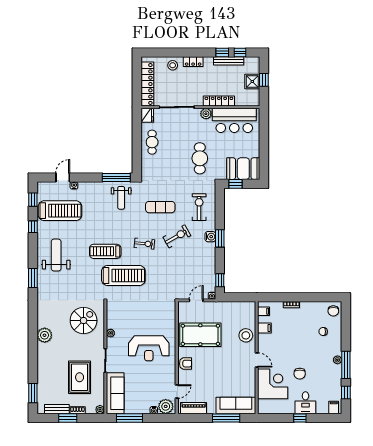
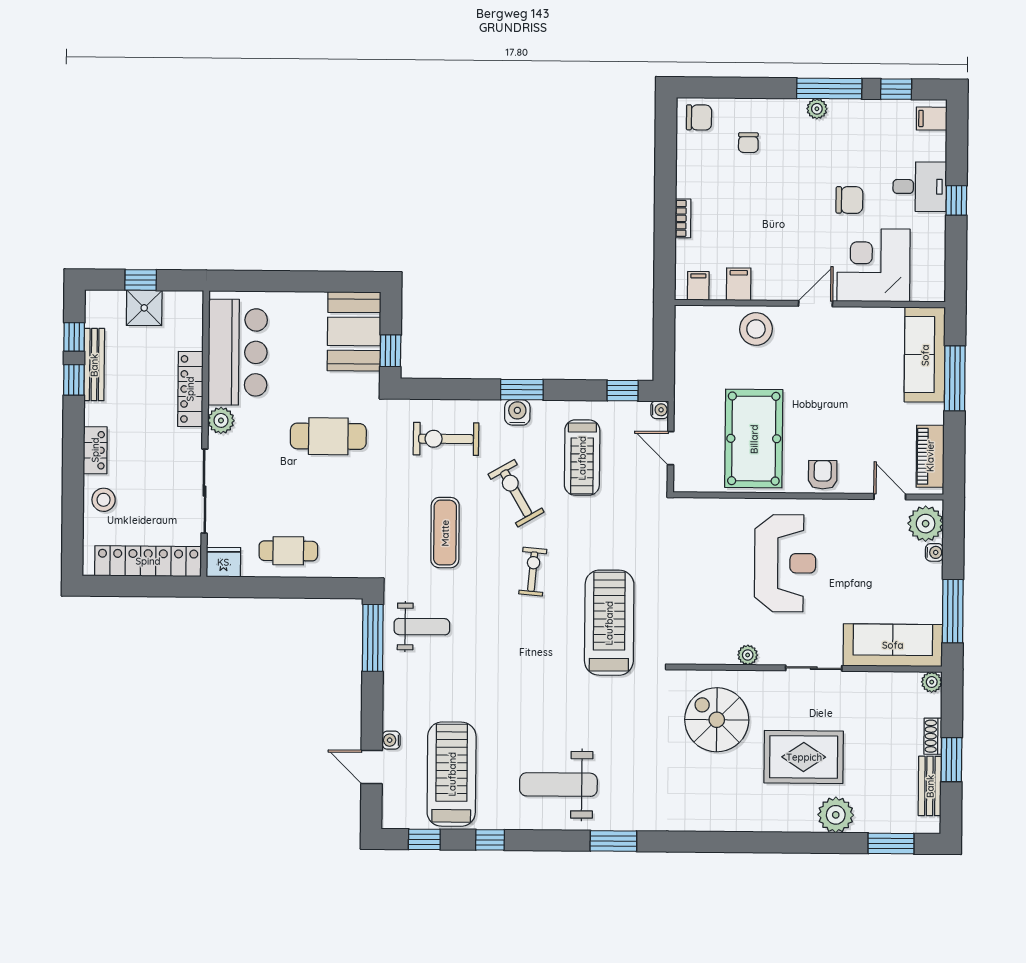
treadmill: (105, 251) -> (582, 458), moved
plant: (45, 335) -> (836, 815), moved
rug: (80, 377) -> (804, 757), moved

